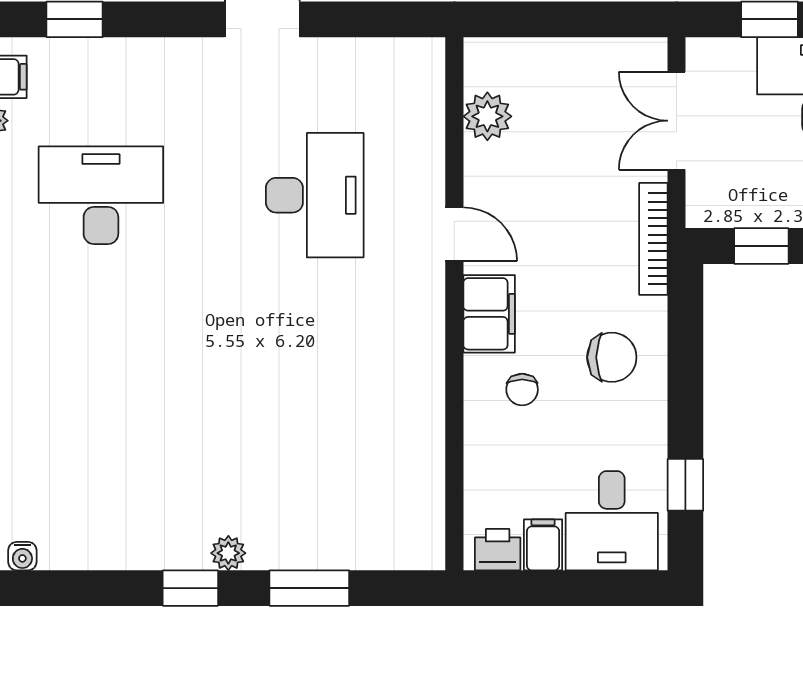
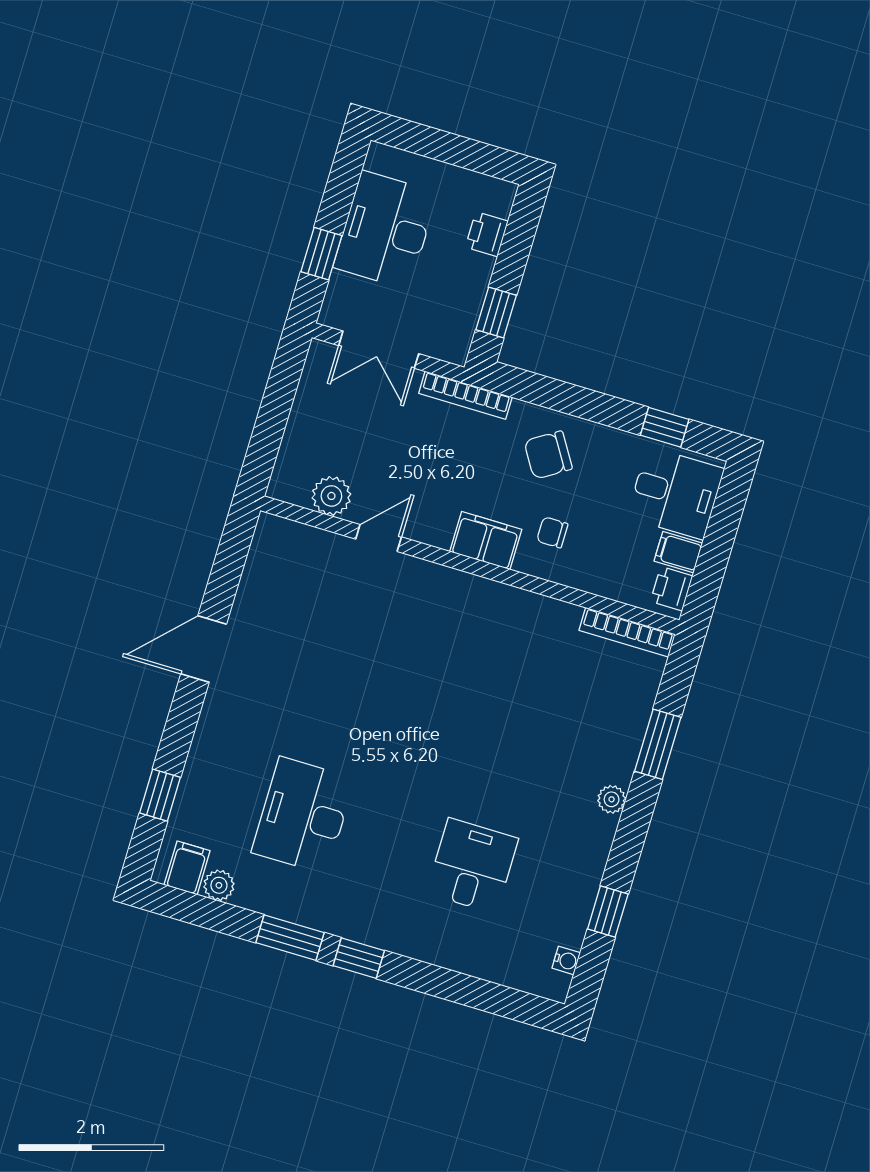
desk: (315, 195) -> (472, 866), moved, width x0.73
door: (454, 234) -> (379, 538), moved
chair: (612, 357) -> (548, 455), turned -122
chair: (522, 390) -> (552, 532), turned 180
bookcase: (431, 513) -> (627, 632), added
window: (190, 588) -> (608, 912), moved

